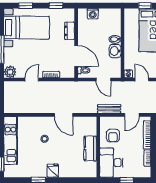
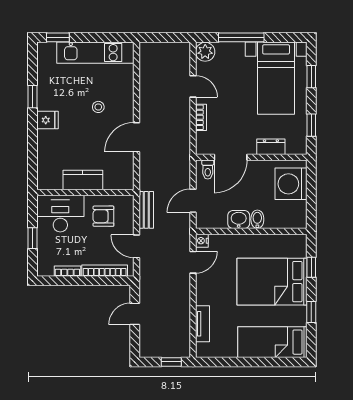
washing machine: (93, 14) -> (291, 184), width x1.89, depth x1.89

